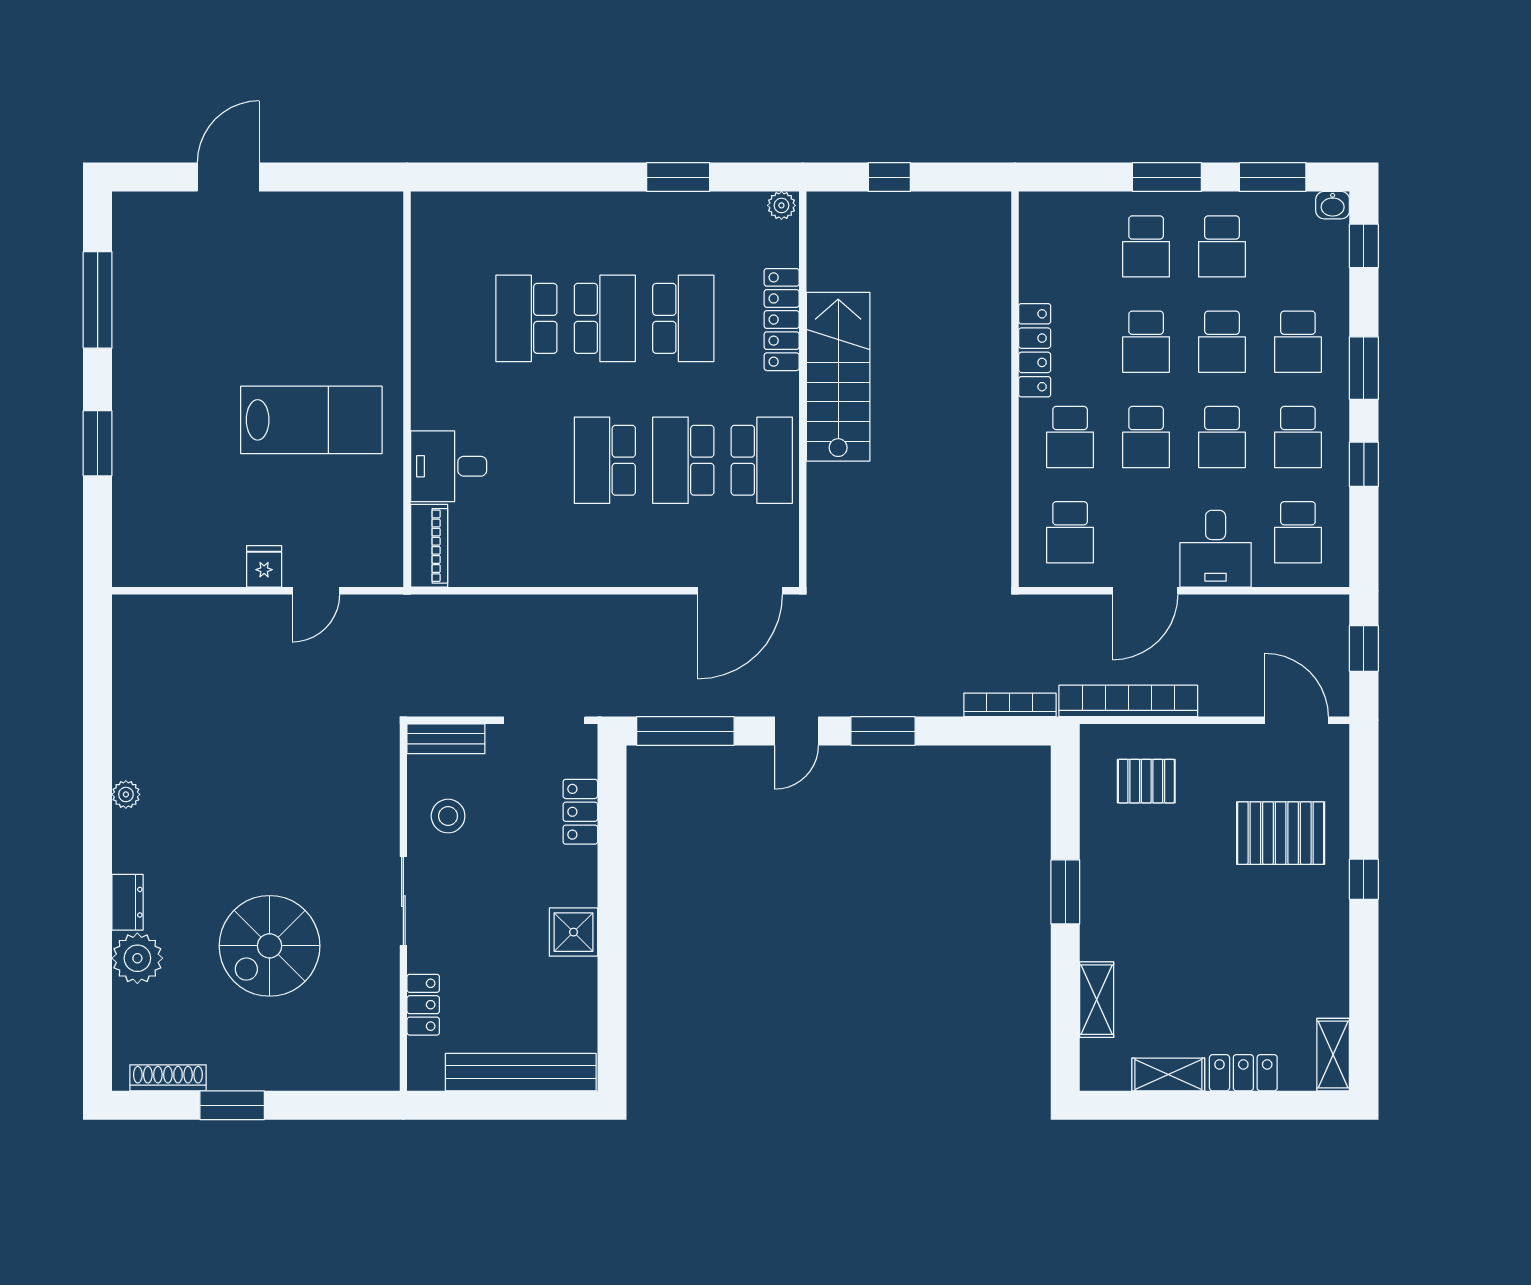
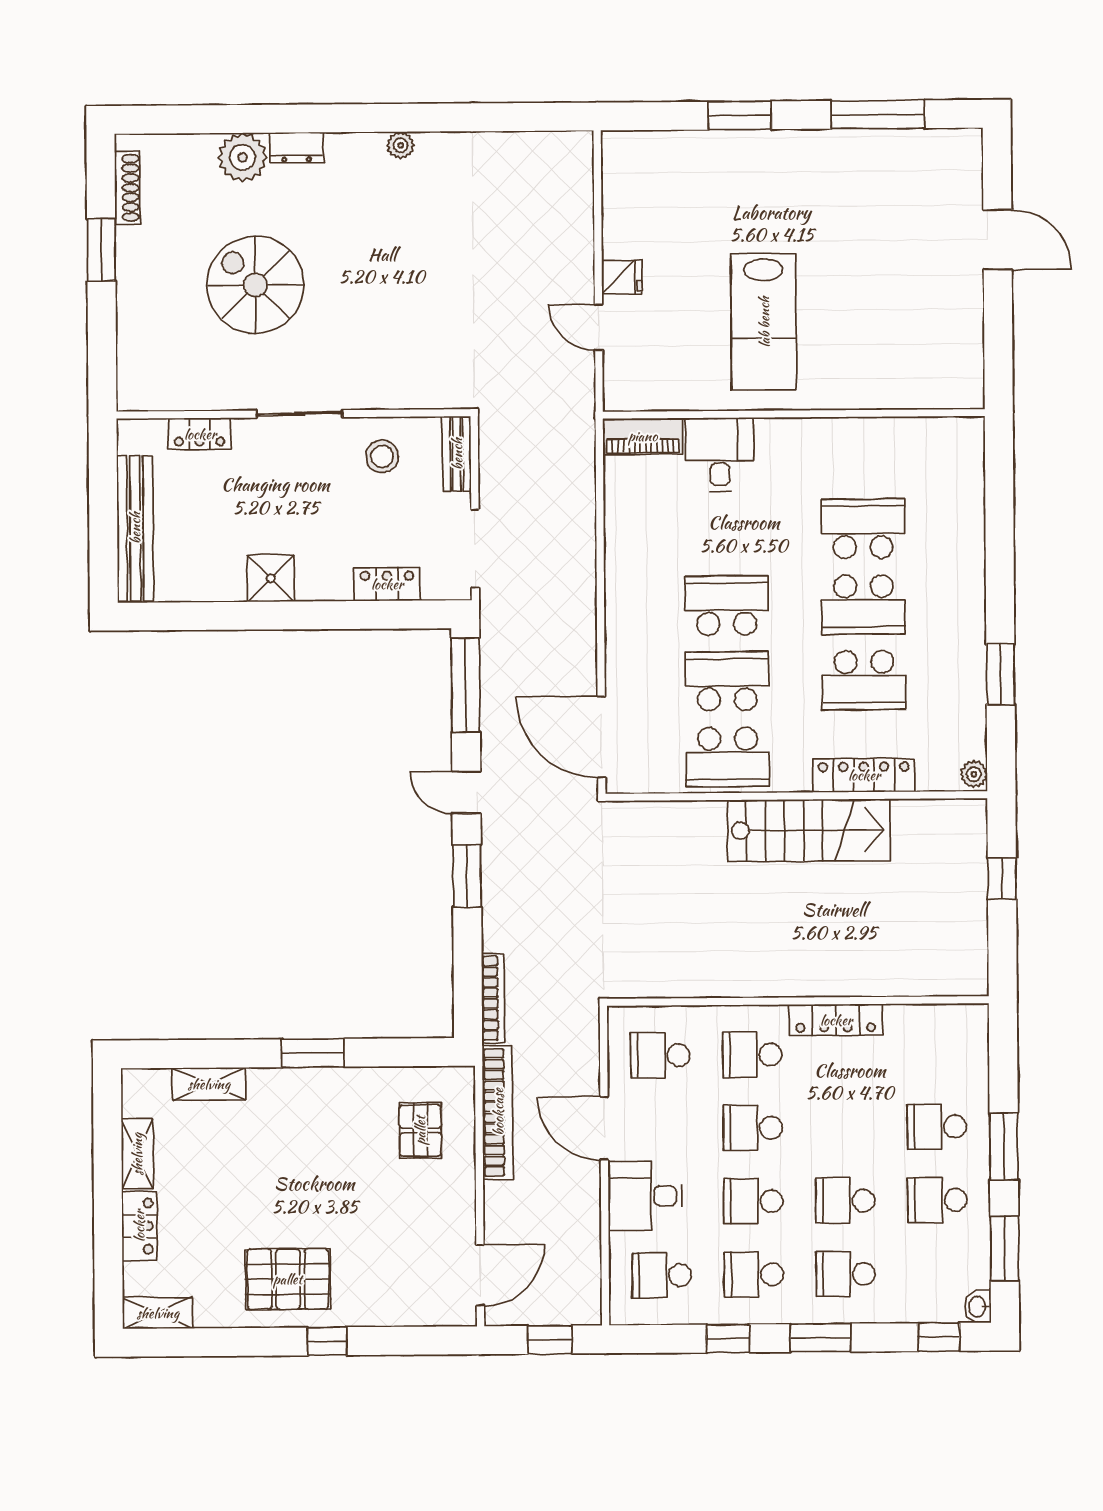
school desk: (1146, 342) -> (845, 1127), removed
pallet: (1281, 833) -> (288, 1279), moved, turned 90

